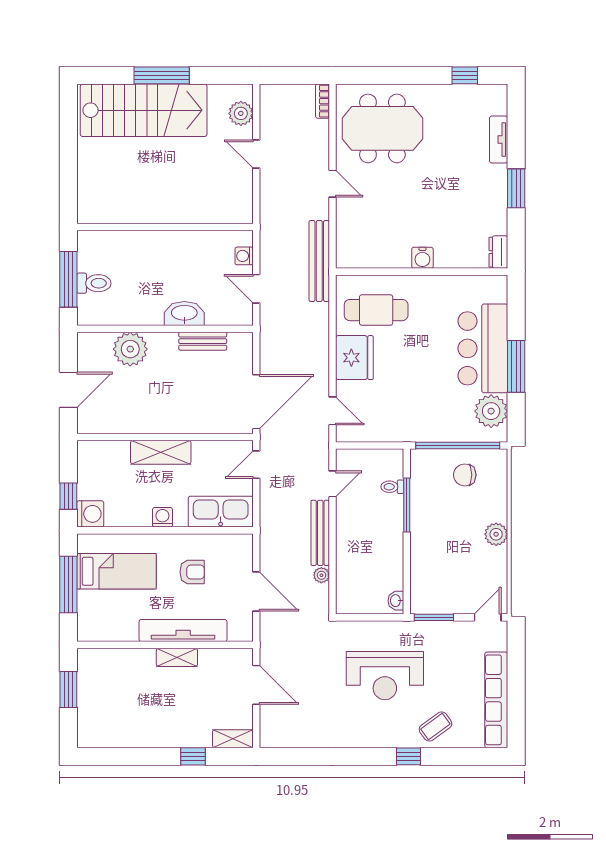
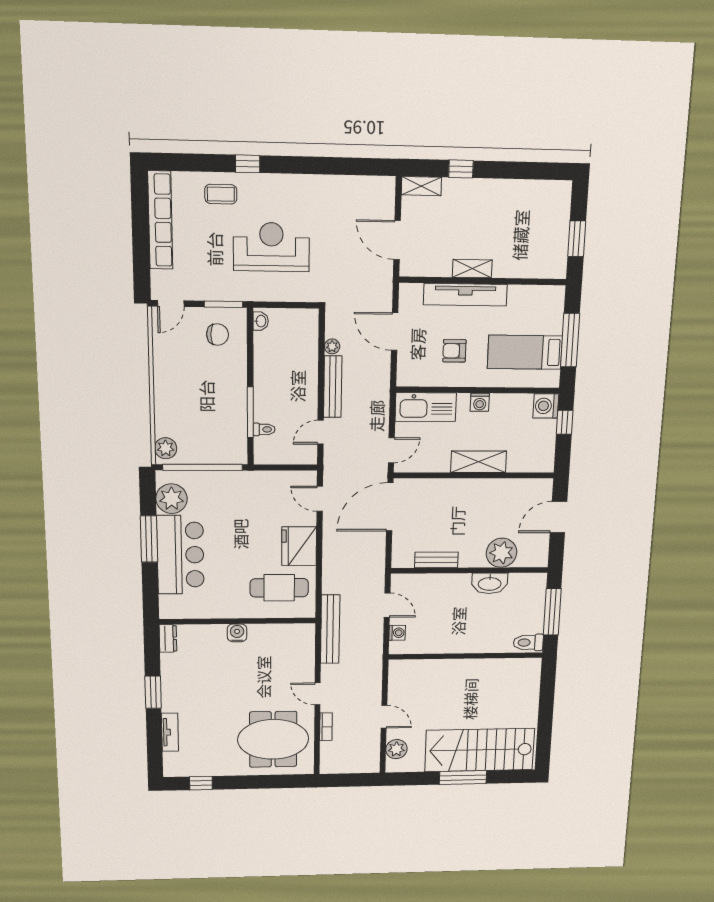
bookcase: (322, 101) -> (326, 727), moved
toilet: (94, 283) -> (528, 643), moved
washbasin: (184, 313) -> (490, 583), moved
chair: (465, 475) -> (217, 335), moved
plant: (496, 534) -> (166, 448), moved
coffee table: (435, 727) -> (221, 194), turned 36

